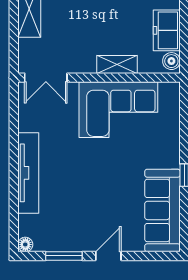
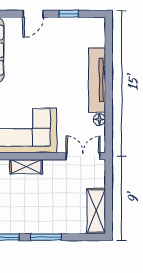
floor lamp: (25, 245) -> (99, 120), moved
window: (64, 256) -> (69, 14), width x0.67

